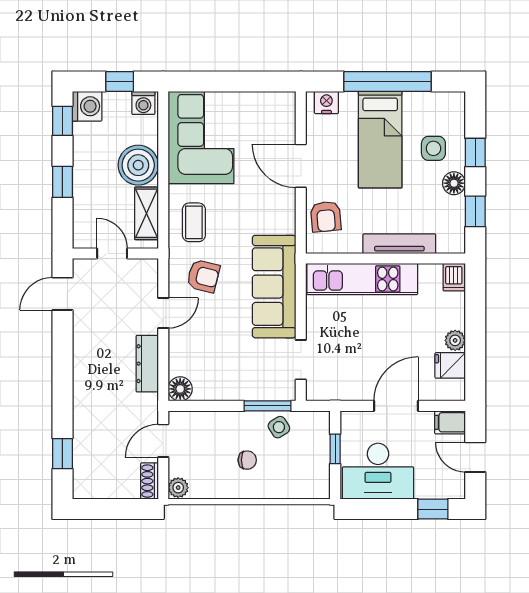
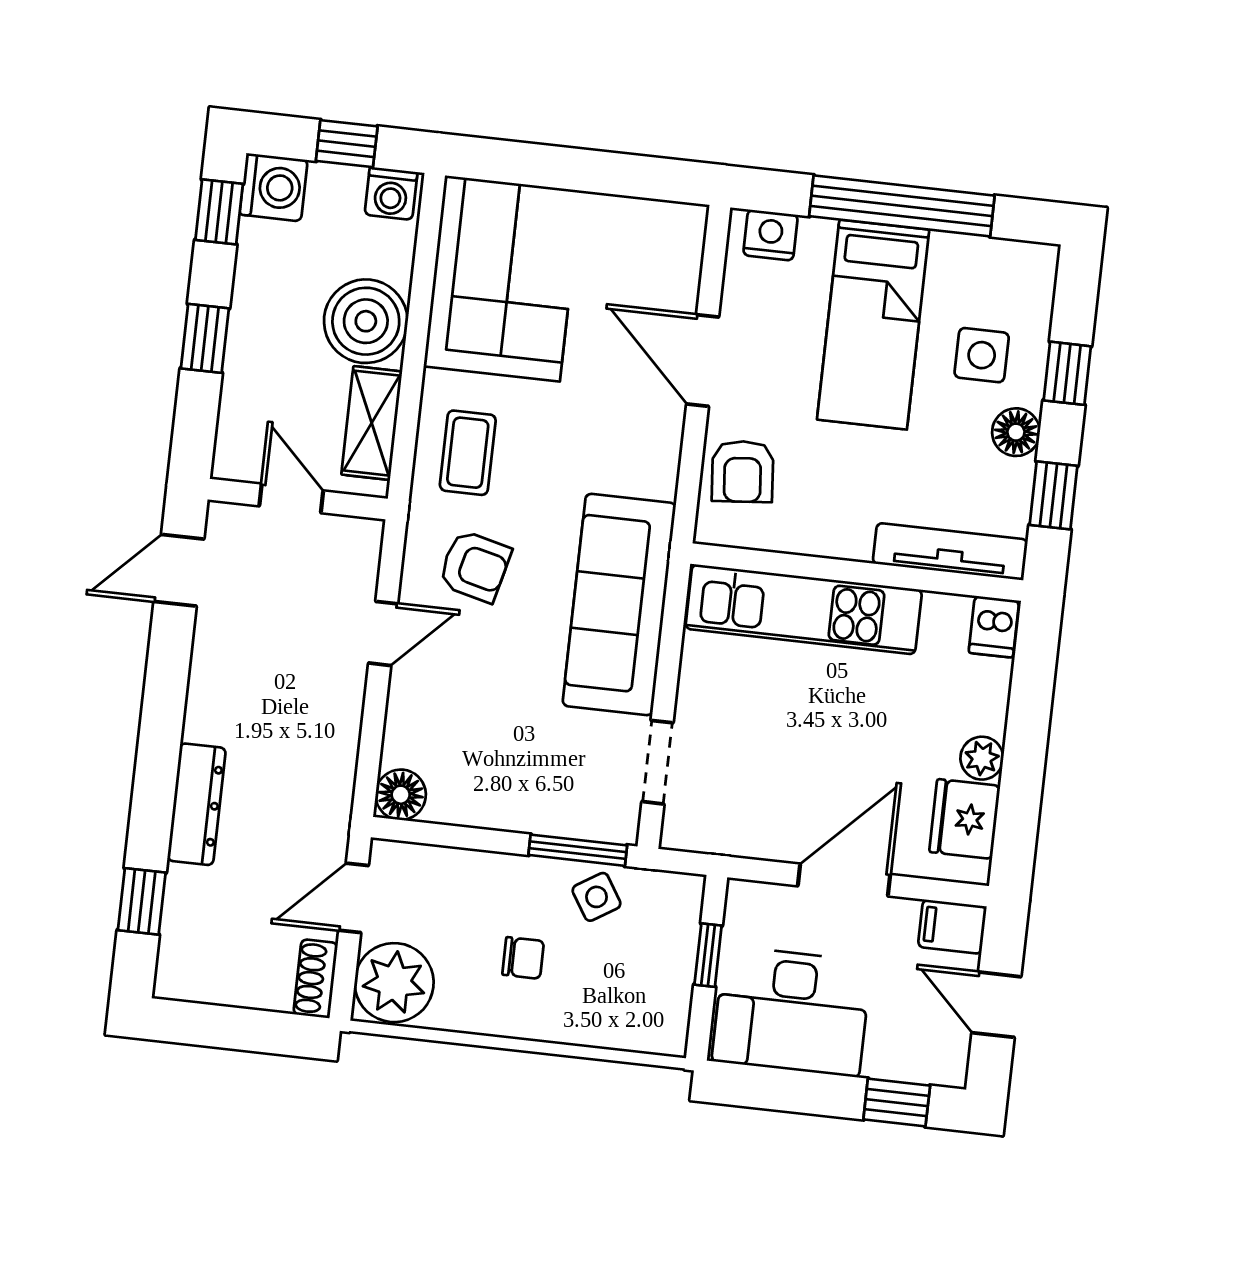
tv unit: (399, 244) -> (950, 552), moved
dresser: (147, 364) -> (196, 804), moved, turned 180
fridge: (450, 365) -> (965, 819), width x1.38
plant: (178, 488) -> (394, 983), width x1.88, depth x1.88

